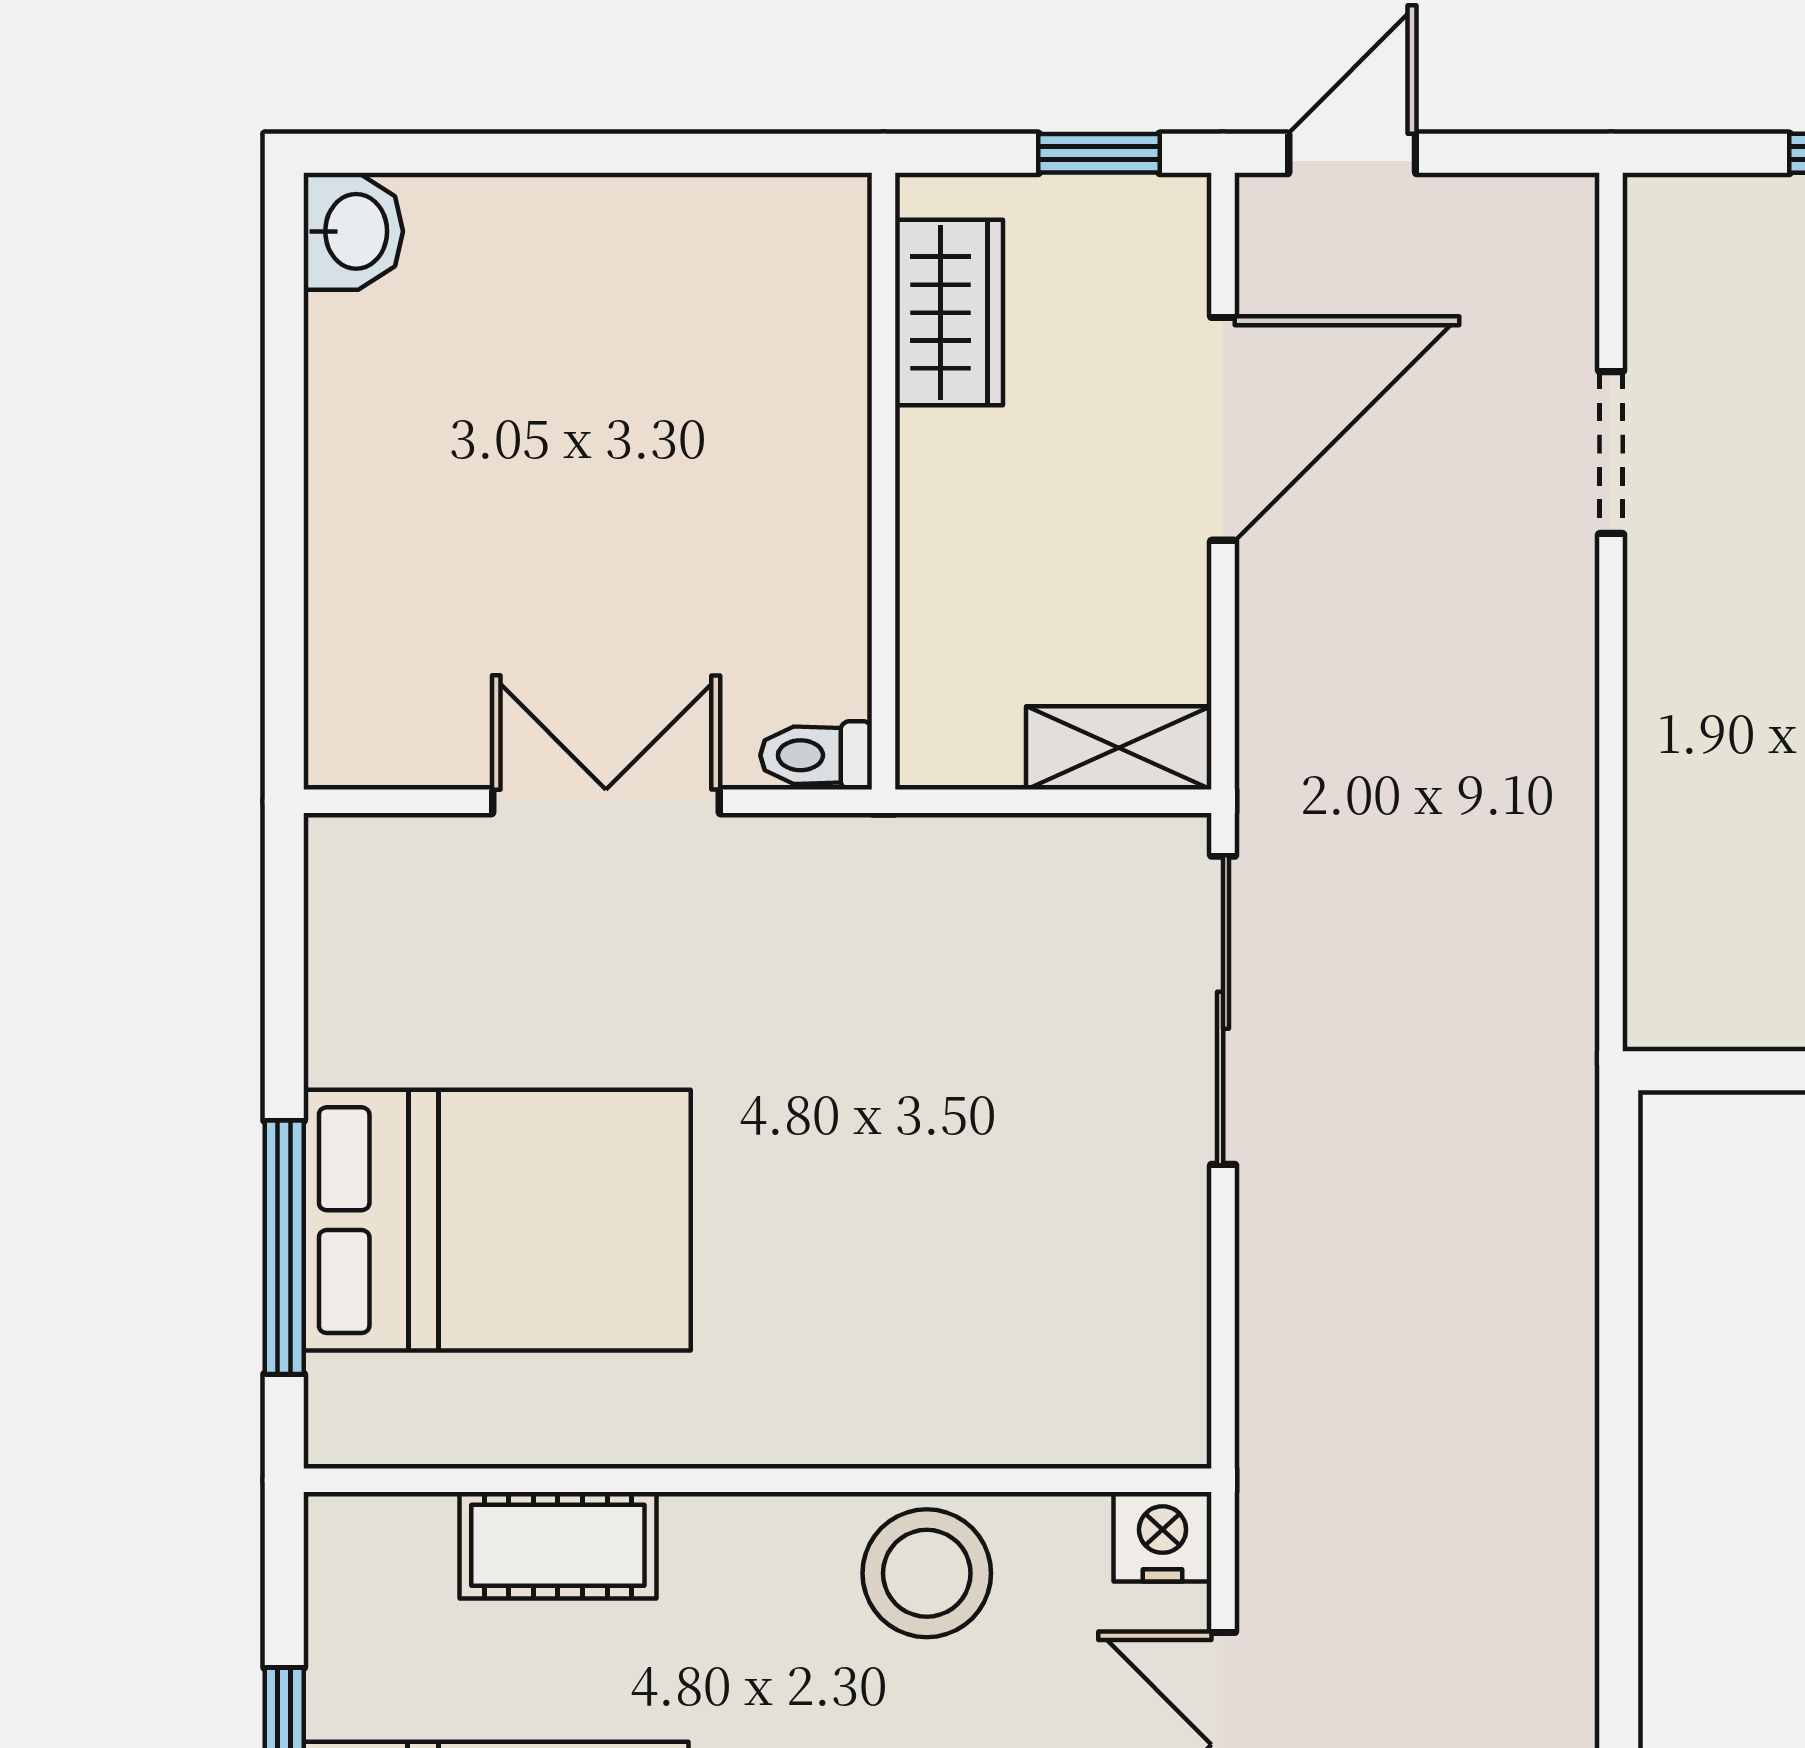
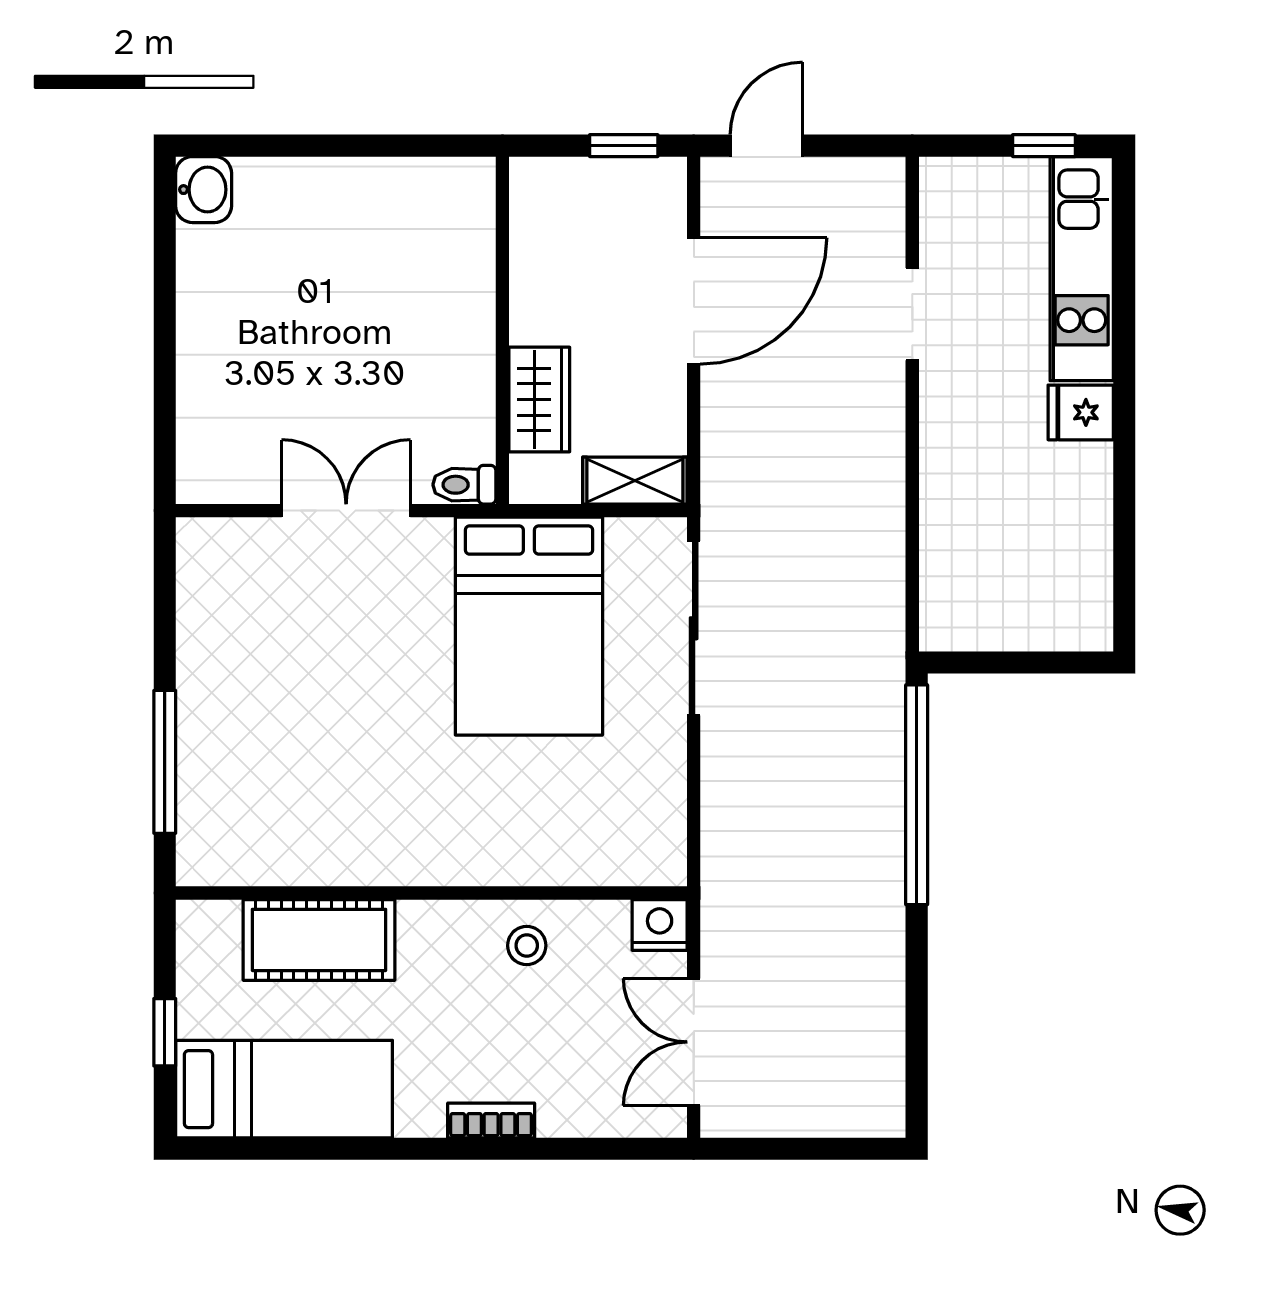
wardrobe: (949, 313) -> (539, 400), moved
bed: (497, 1220) -> (529, 626), moved, turned 90
window: (1619, 1306) -> (917, 795), added
cot: (558, 1545) -> (319, 940), width x1.37, depth x1.34
stool: (927, 1573) -> (527, 946), width x0.53, depth x0.53

